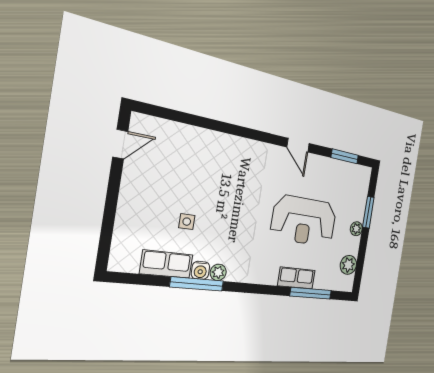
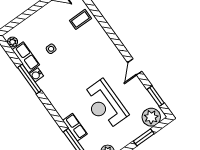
coffee table: (186, 148) -> (80, 19), added
plant: (356, 229) -> (151, 117), moved, width x1.88, depth x1.88
plant: (218, 272) -> (13, 42), moved

